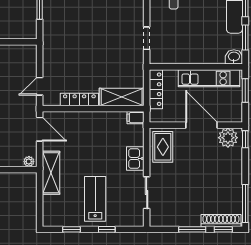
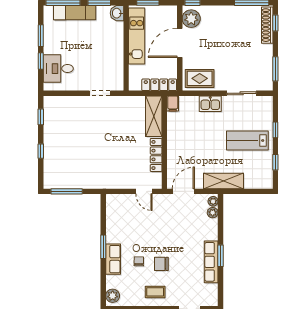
locker: (156, 89) -> (159, 85), moved
plant: (17, 161) -> (213, 213), added
window: (192, 229) -> (275, 69), moved

